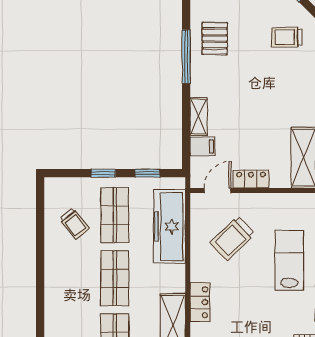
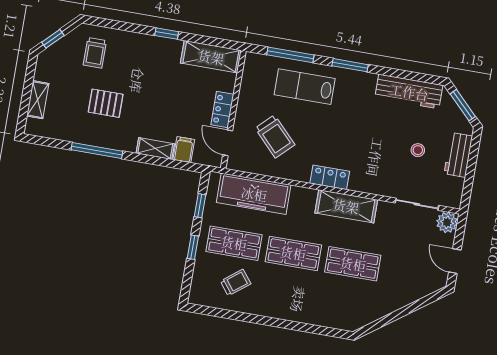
pallet: (215, 38) -> (106, 103), moved

